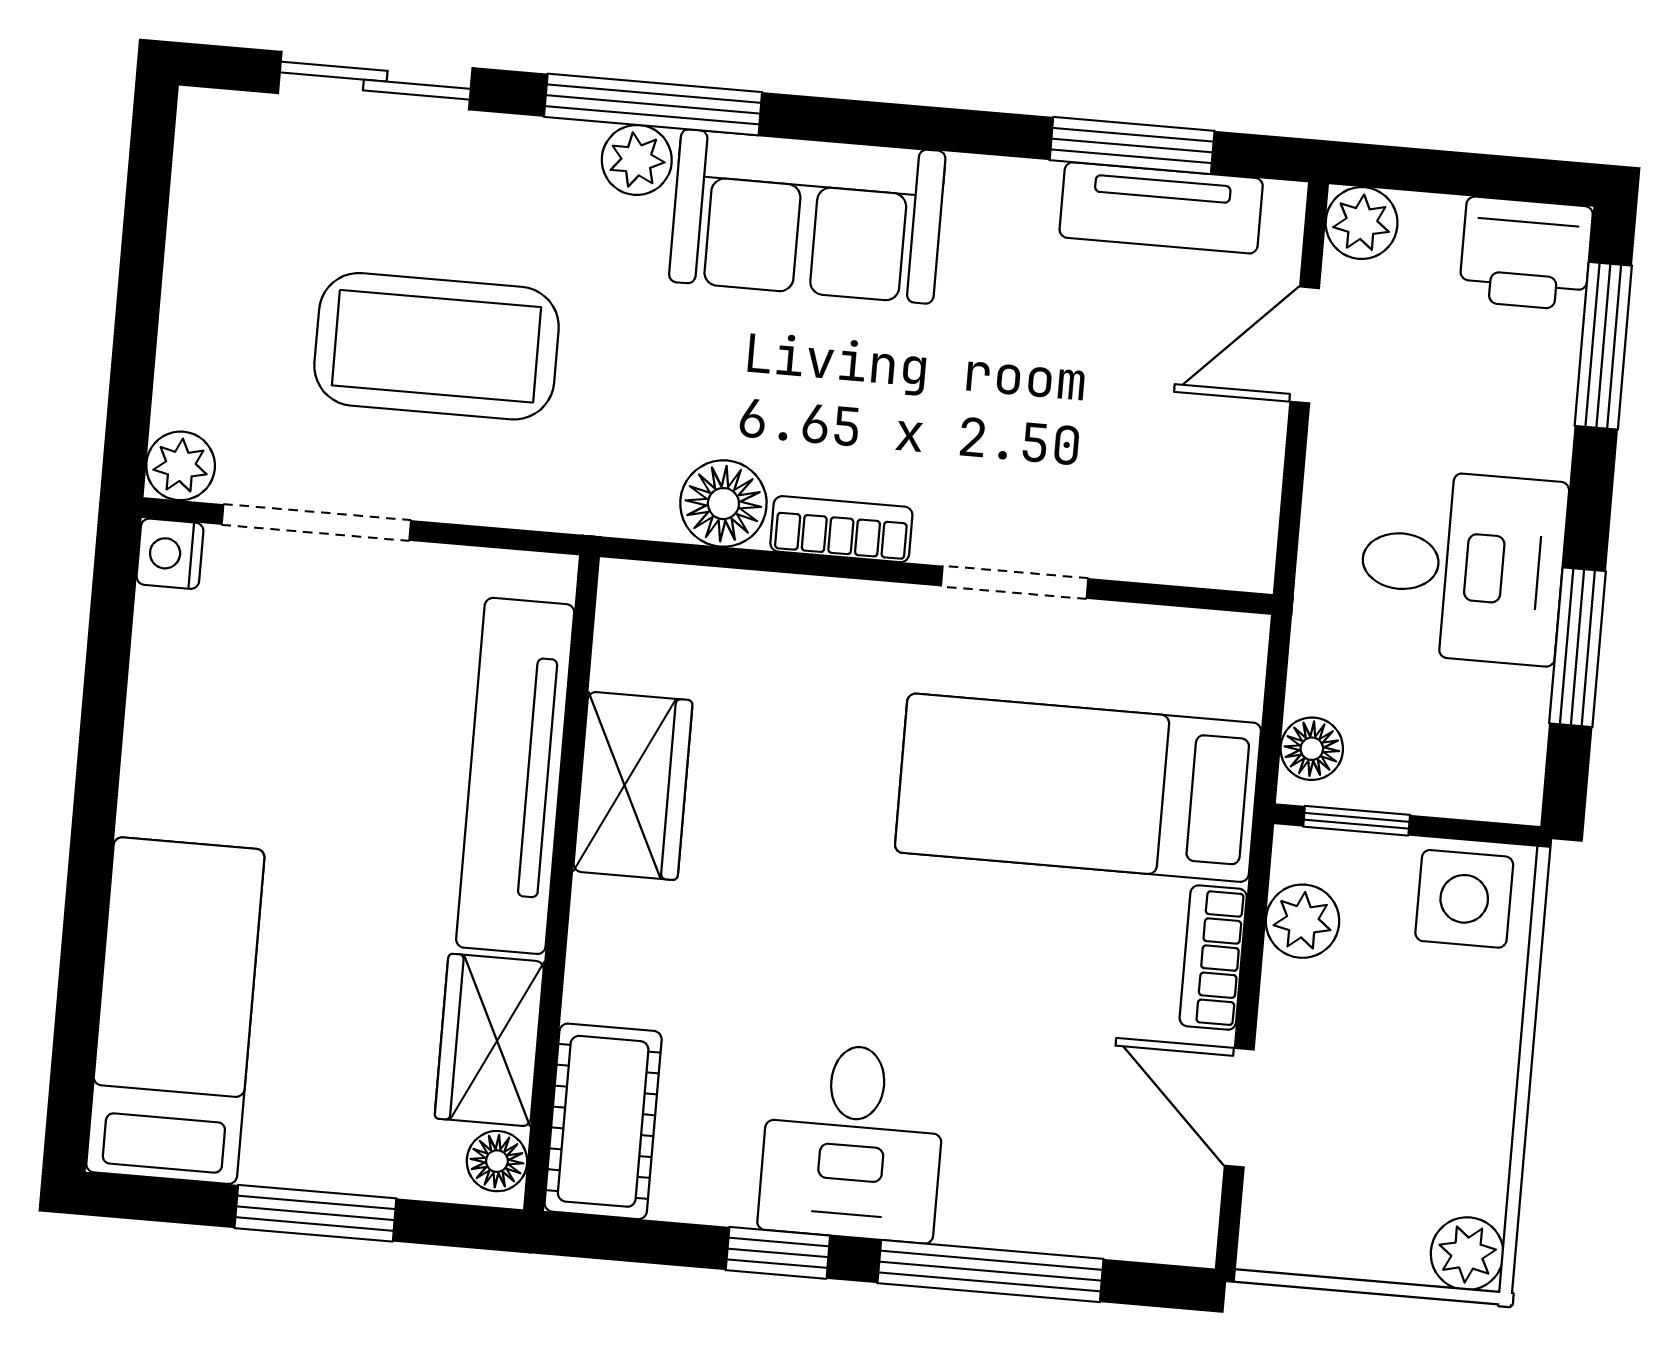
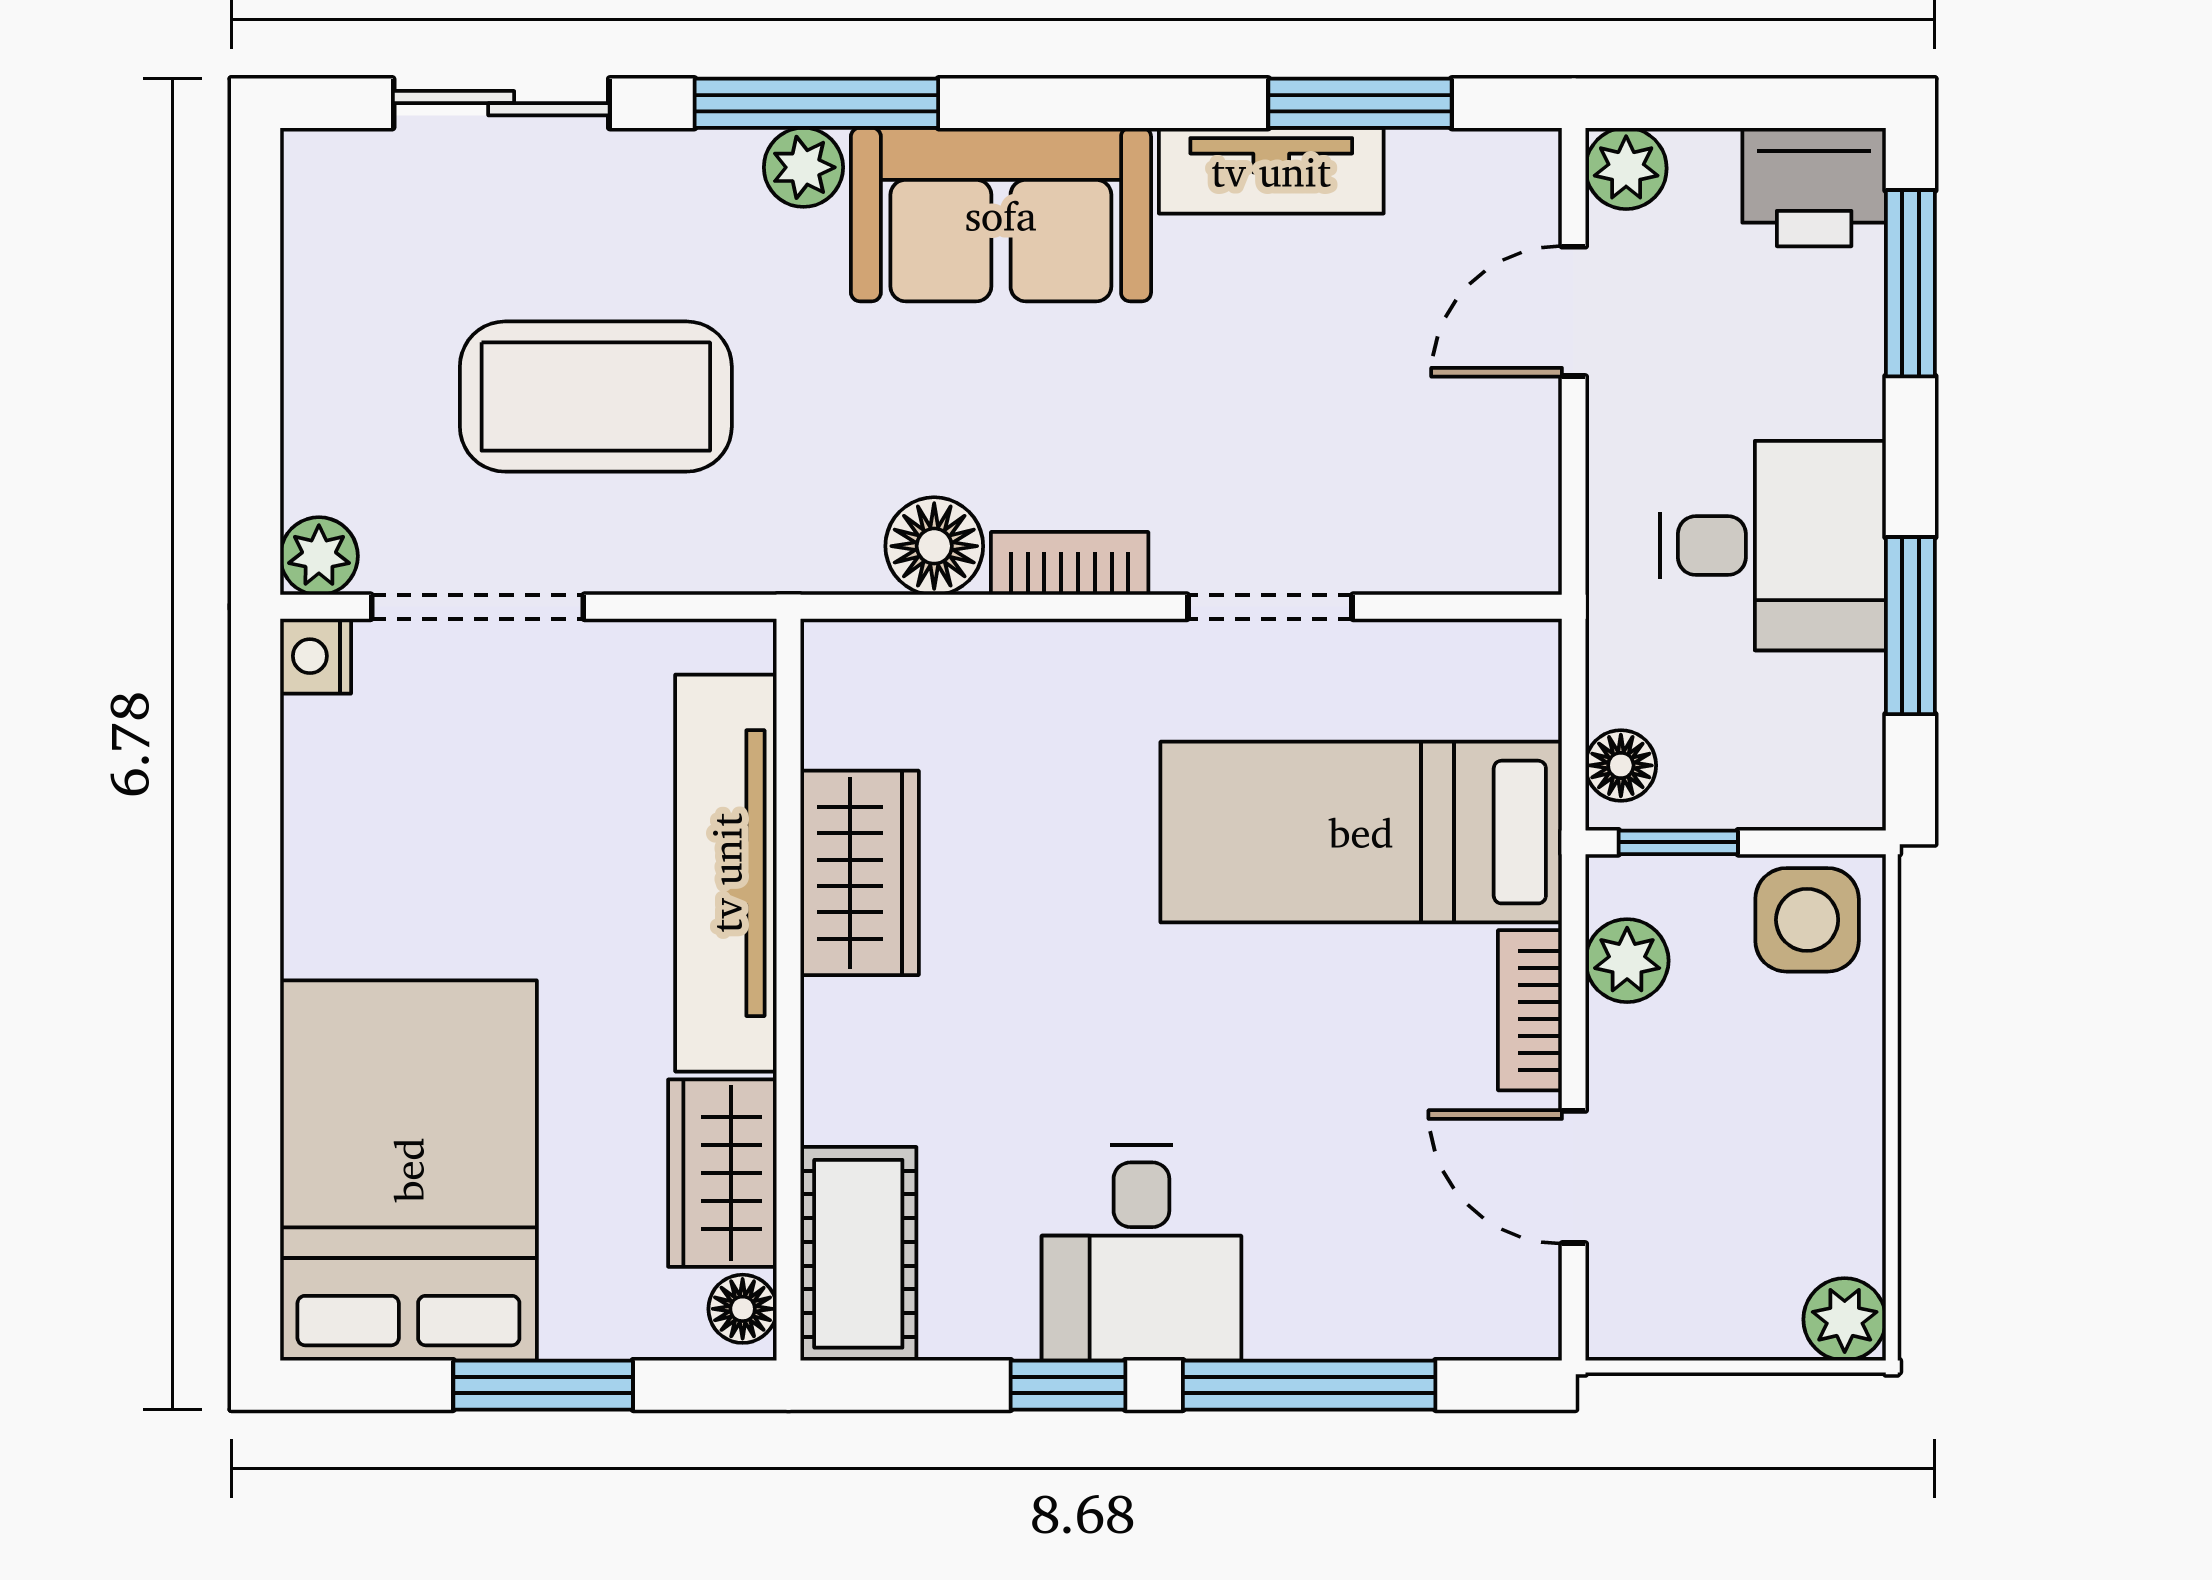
tv unit: (1161, 208) -> (1271, 171), moved
bed: (175, 1011) -> (408, 1170), width x1.50

